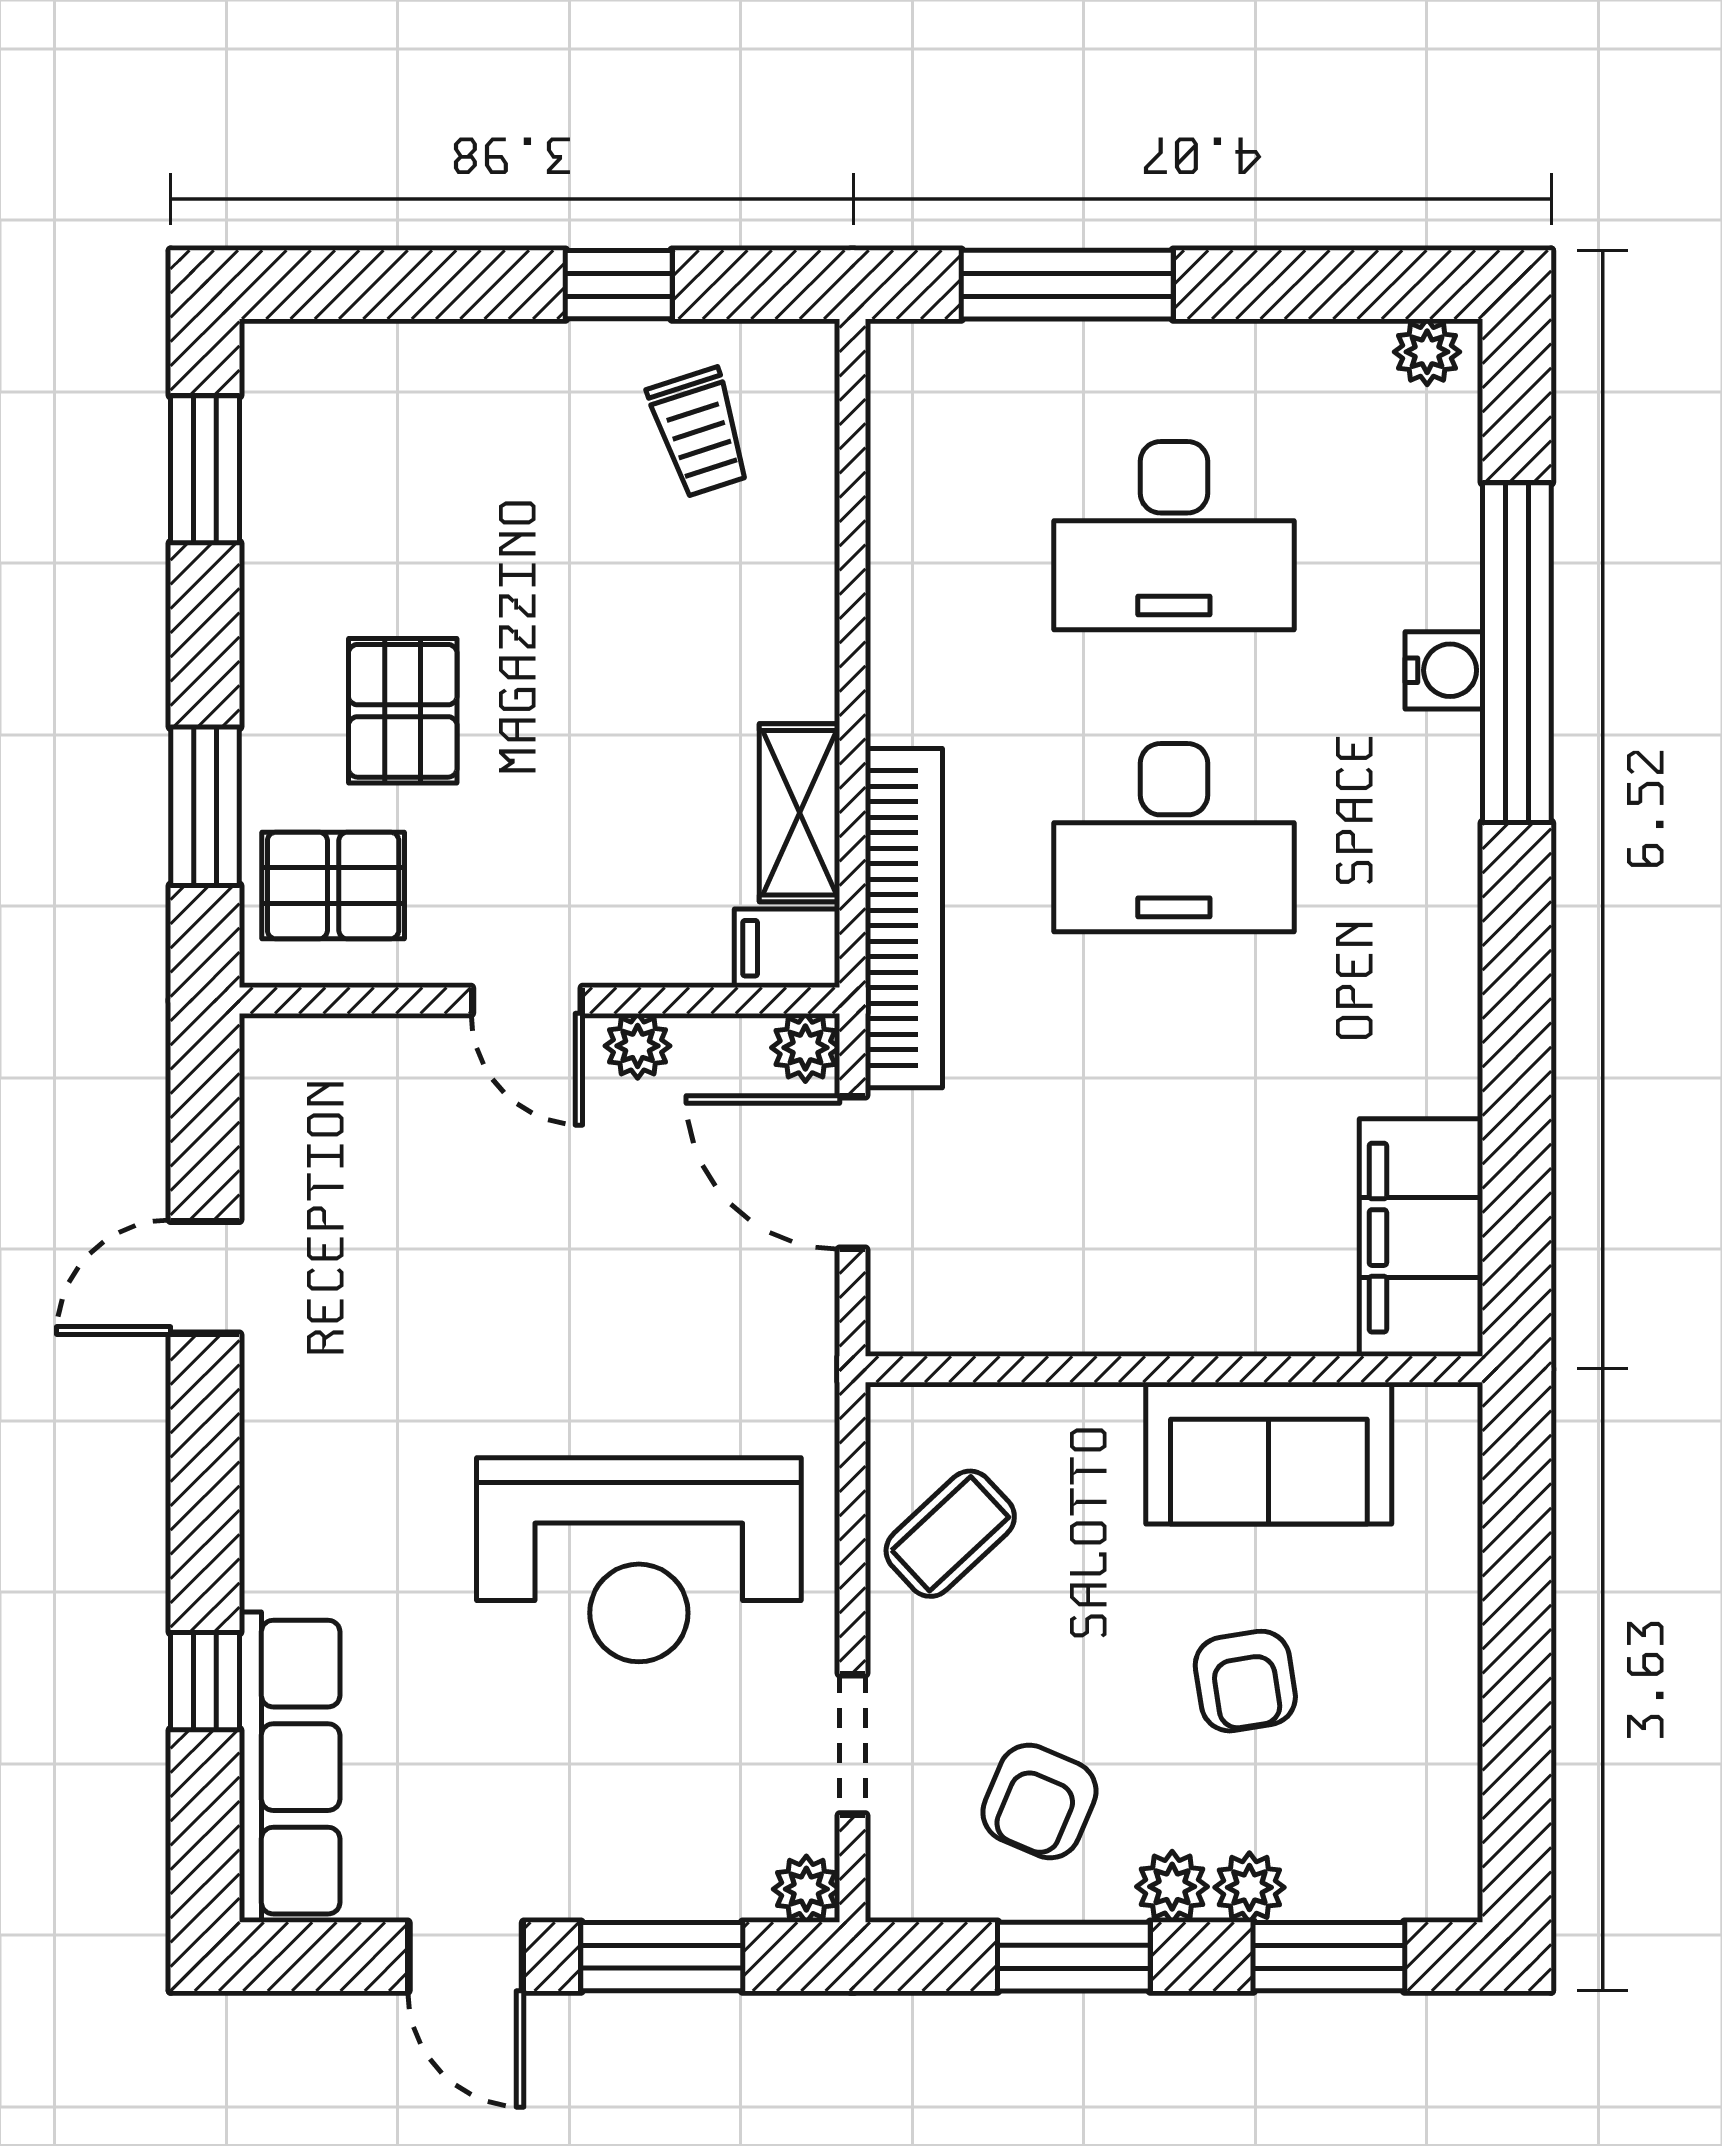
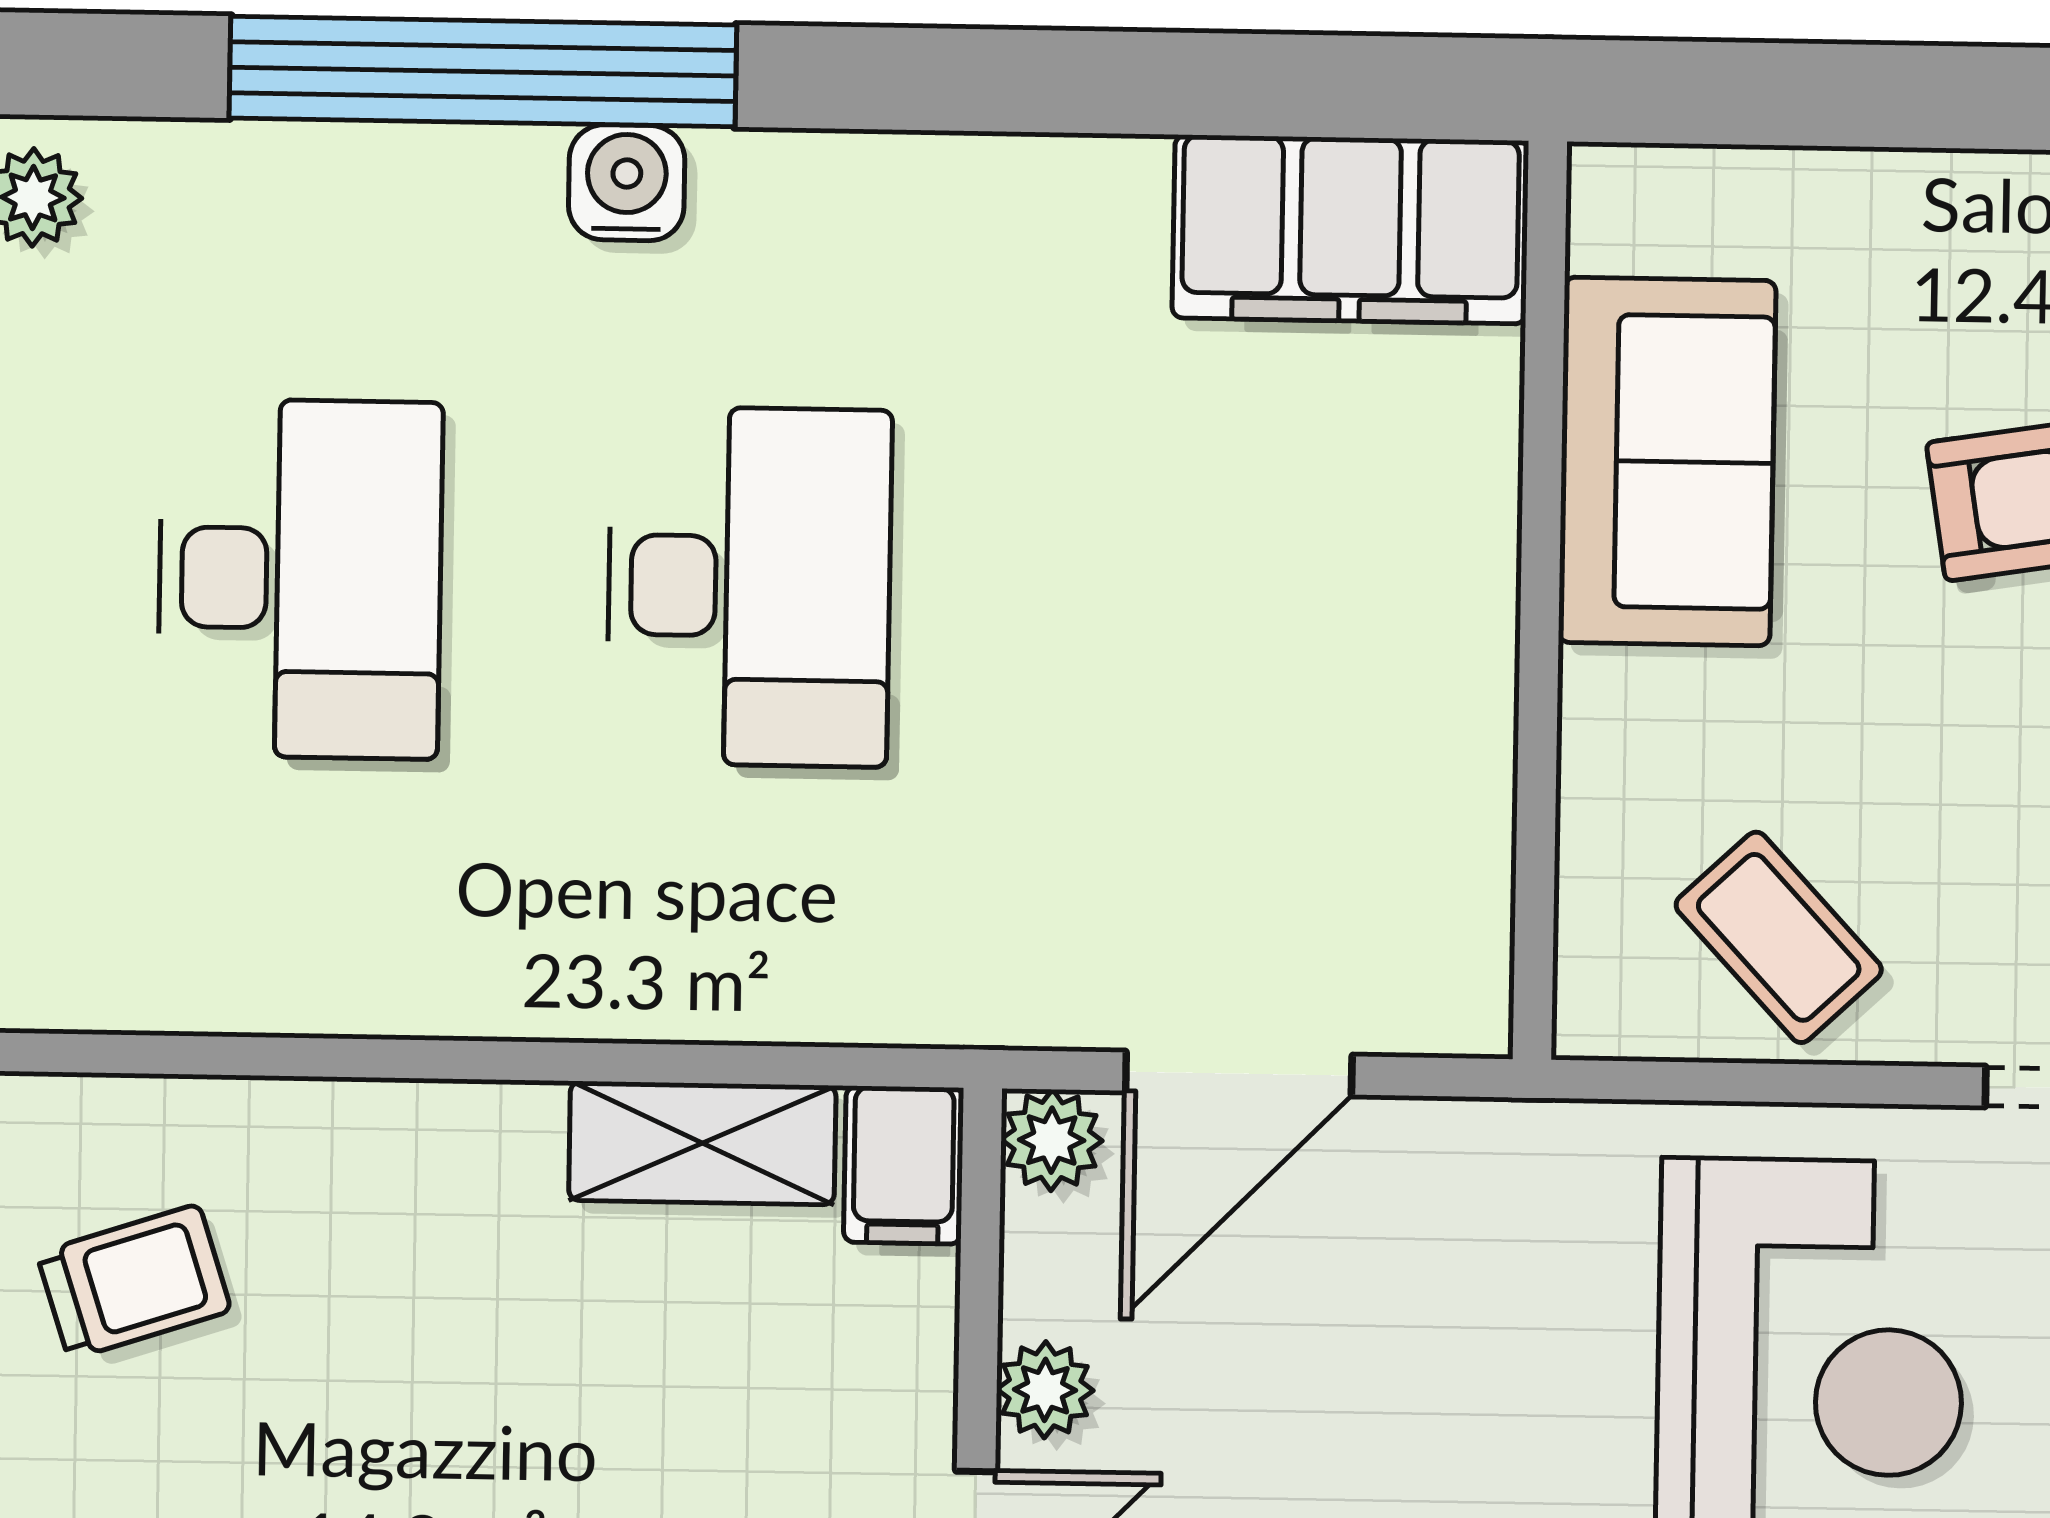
water cooler: (1444, 670) -> (627, 183), moved
bookcase: (904, 918) -> (862, 990), removed

